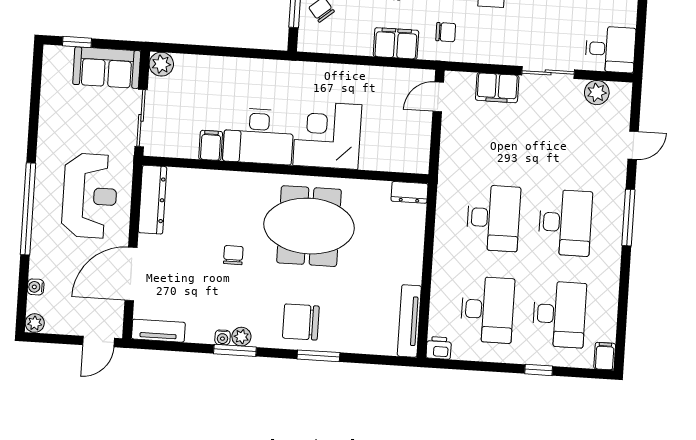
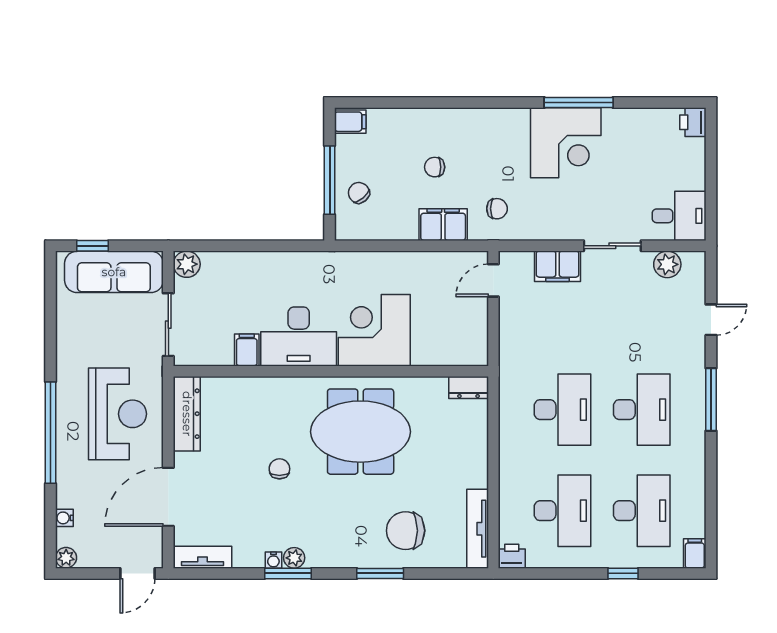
sofa: (107, 68) -> (114, 272), width x1.36
chair: (301, 322) -> (406, 531), moved

